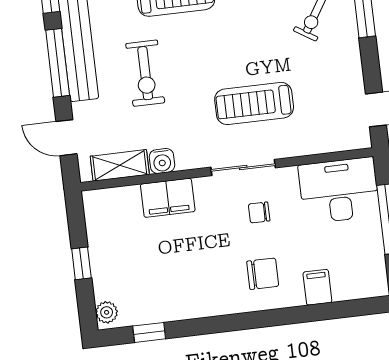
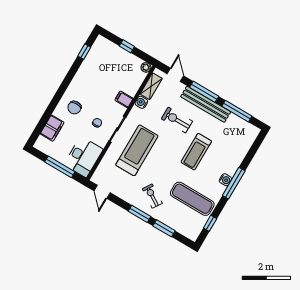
treadmill: (254, 103) -> (137, 150), width x1.37, depth x1.38
door: (66, 138) -> (175, 75), hinge flipped
filing cabinet: (168, 198) -> (124, 99), width x0.50
filing cabinet: (317, 287) -> (52, 128), width x2.00
plant: (107, 312) -> (146, 67), moved

